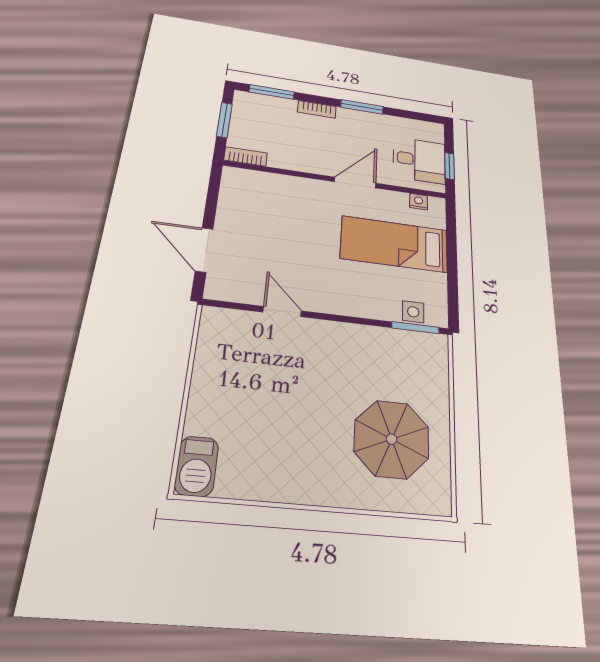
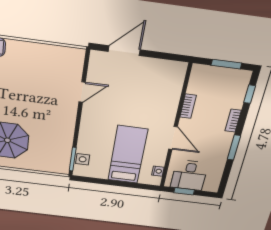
window: (272, 92) -> (250, 94), width x0.67
bookcase: (246, 156) -> (188, 106), moved

